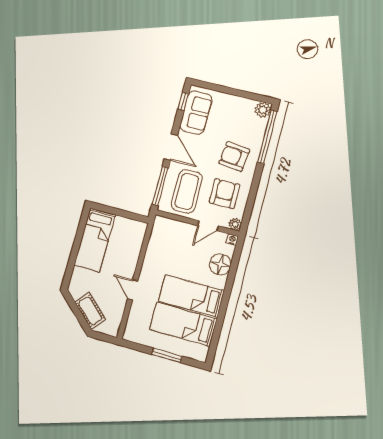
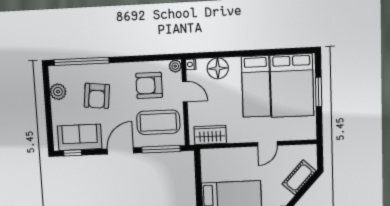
plant: (263, 110) -> (58, 92), moved
armchair: (234, 157) -> (97, 96), moved
wardrobe: (159, 237) -> (210, 135), added
bed: (183, 324) -> (292, 86), width x1.50

